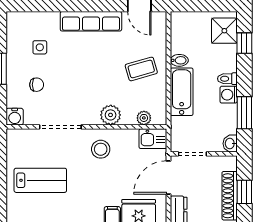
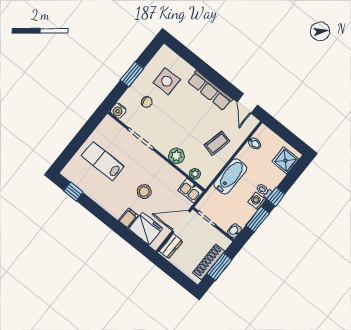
window: (244, 43) -> (276, 197), moved
side table: (40, 47) -> (167, 81), width x1.87, depth x1.87
bidet: (179, 60) -> (255, 143), moved
coffee table: (141, 69) -> (217, 143), turned -62
stool: (101, 149) -> (144, 192), moved
lab bench: (40, 180) -> (103, 161), turned 180
window: (244, 192) -> (219, 267), width x1.50

